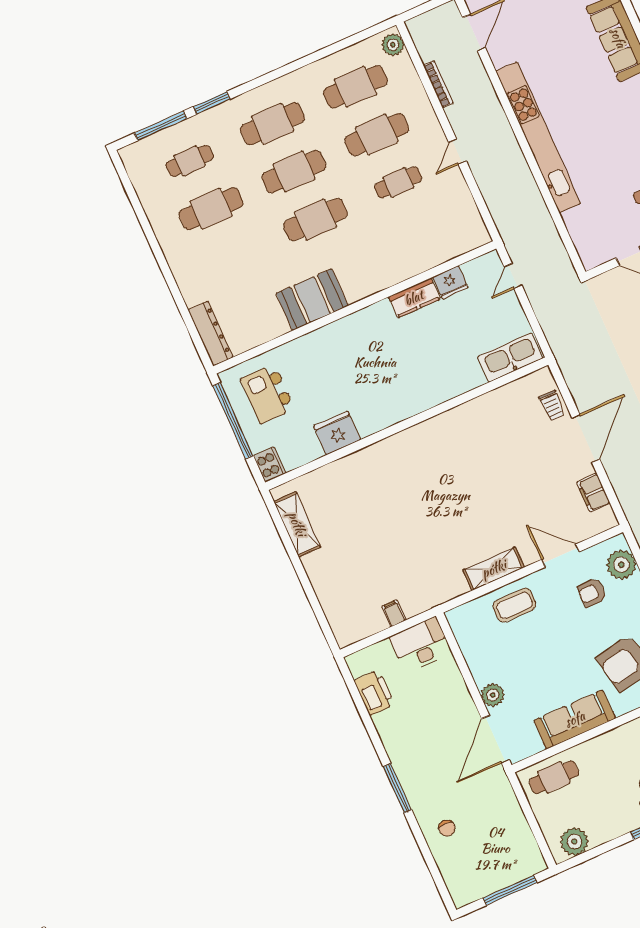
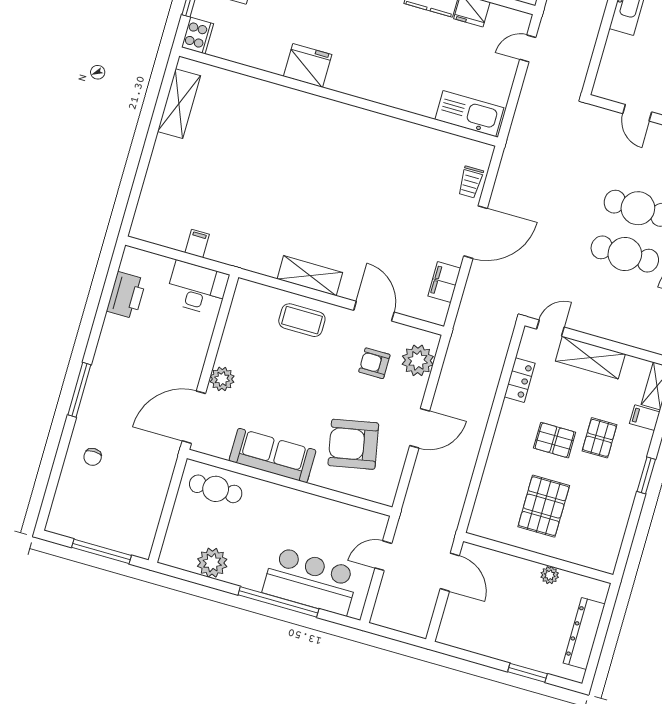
fridge: (337, 433) -> (308, 65), moved
plant: (574, 842) -> (212, 563), moved

